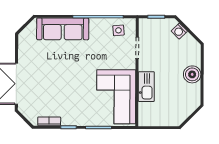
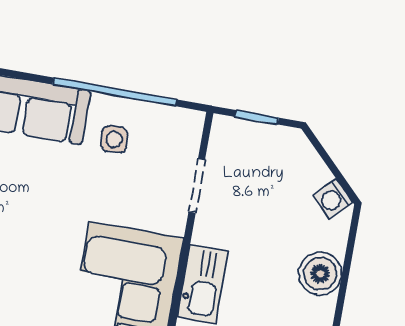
side table: (118, 30) -> (114, 139), moved
washing machine: (179, 31) -> (333, 199), moved

